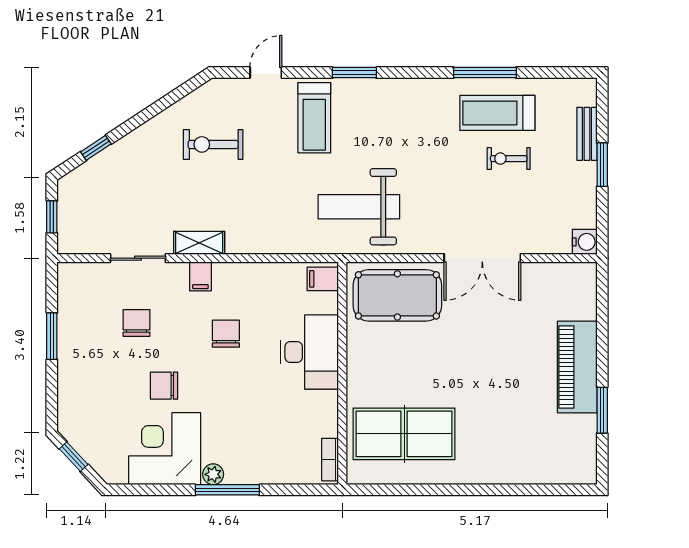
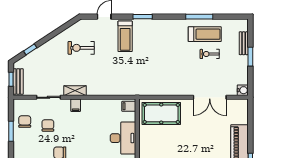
treadmill: (497, 113) -> (205, 34), turned 180
weight bench: (359, 207) -> (144, 75), removed
bench: (68, 222) -> (18, 82), added
double door: (482, 258) -> (210, 97), moved
chair: (226, 334) -> (25, 121), moved

